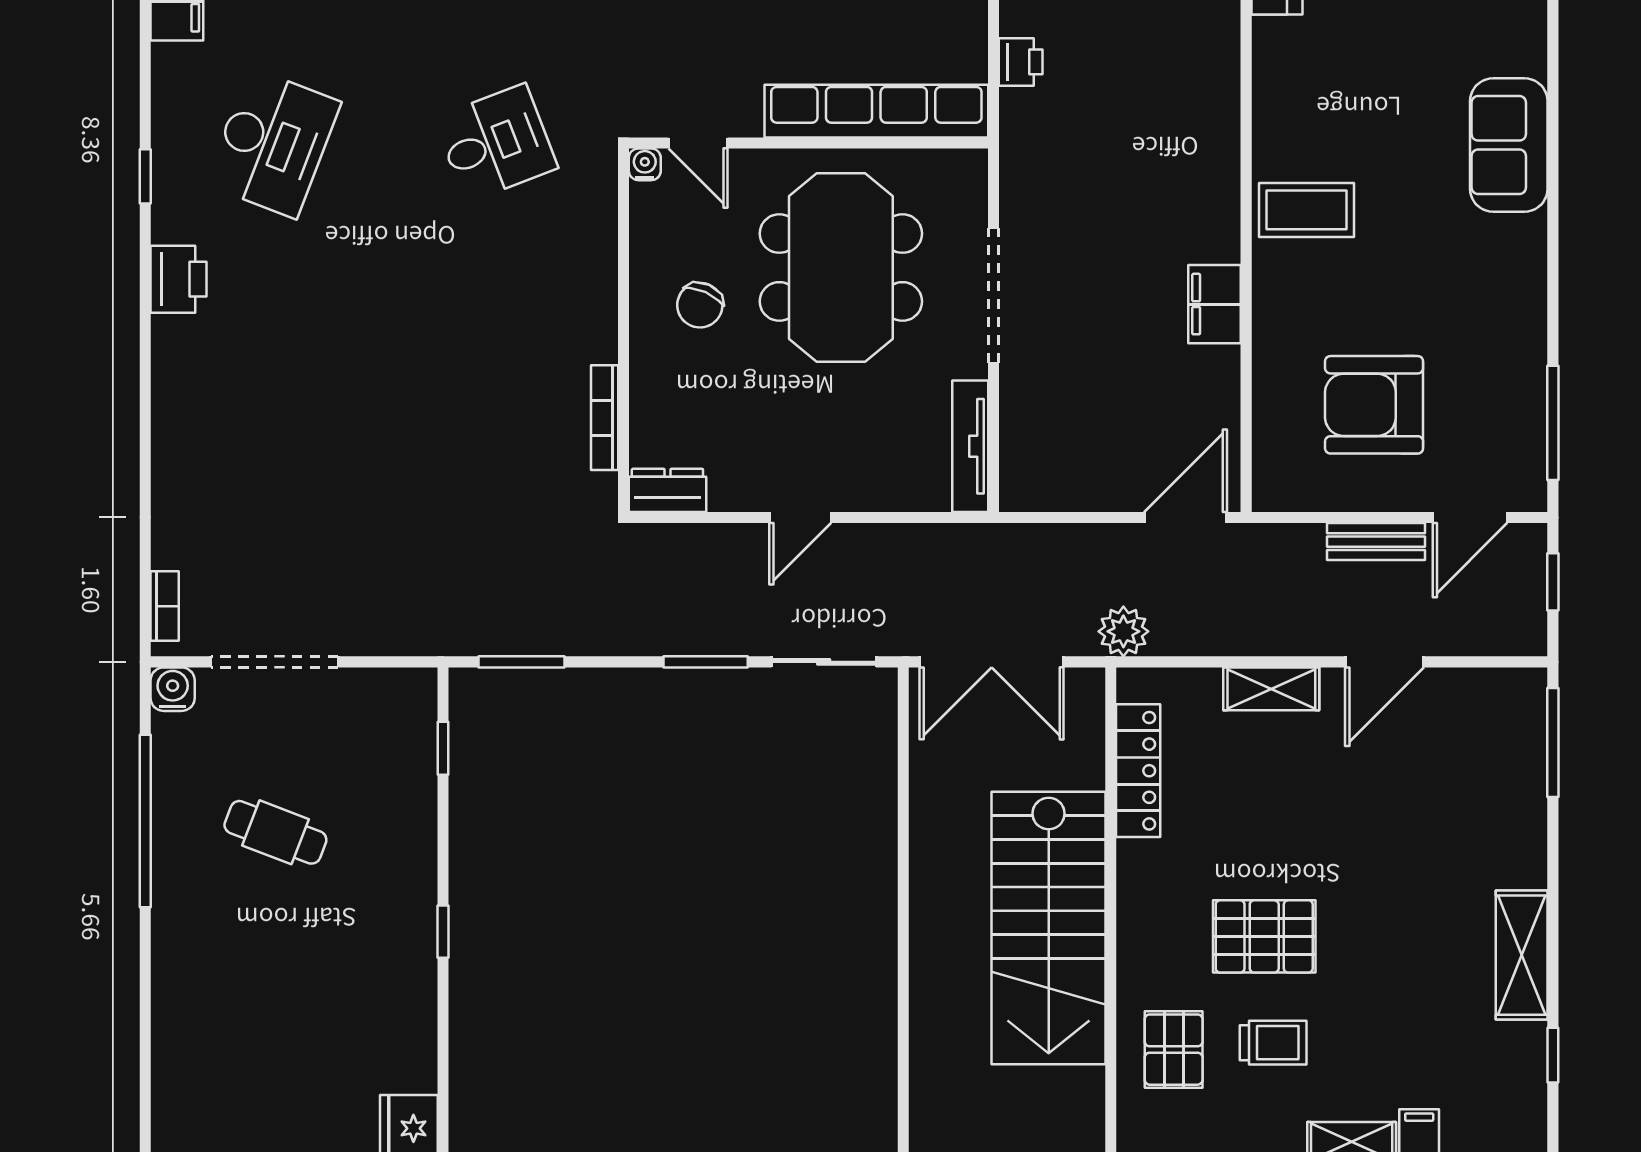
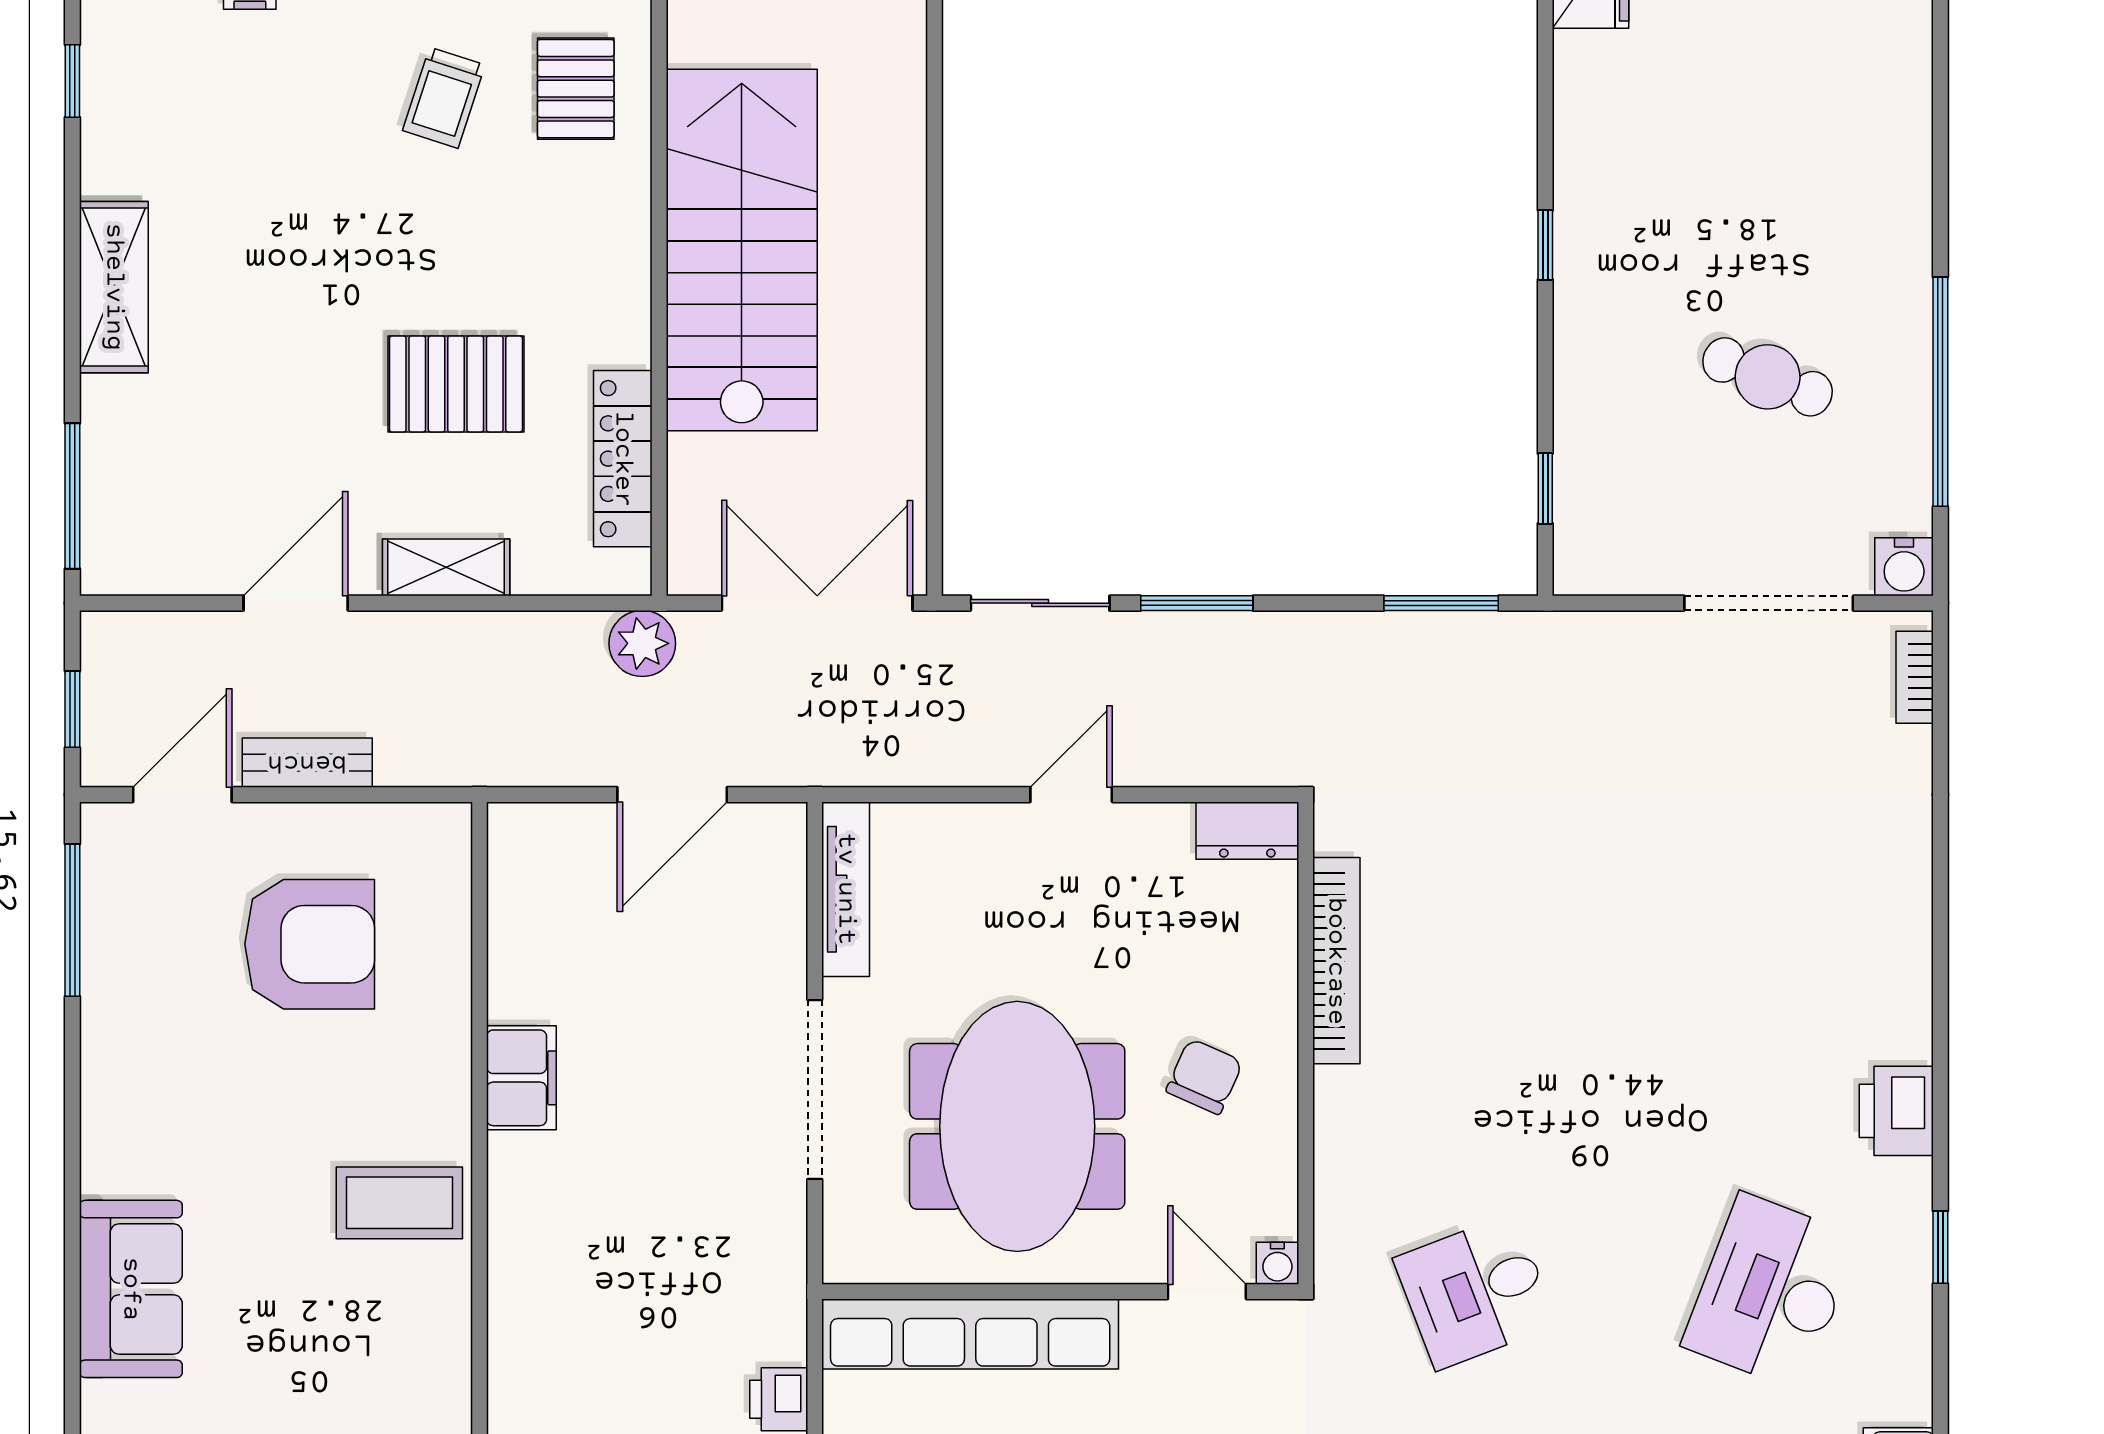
bookcase: (605, 418) -> (1336, 961), width x1.48, depth x1.31
door: (1185, 517) -> (672, 795), moved
pallet: (1264, 936) -> (456, 384), moved
shelving: (1522, 955) -> (114, 287), moved
trolley: (1273, 1043) -> (444, 98), turned -72

